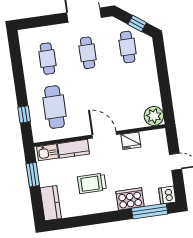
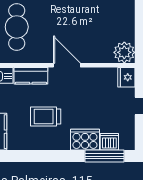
fridge: (131, 141) -> (126, 77), moved, turned 90
dishwasher: (167, 195) -> (109, 142), moved, turned 90

